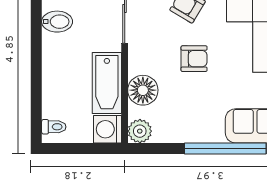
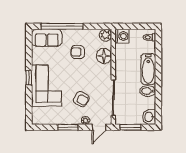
armchair: (194, 59) -> (78, 52), moved
bathtub: (107, 83) -> (148, 69), moved, turned 180

